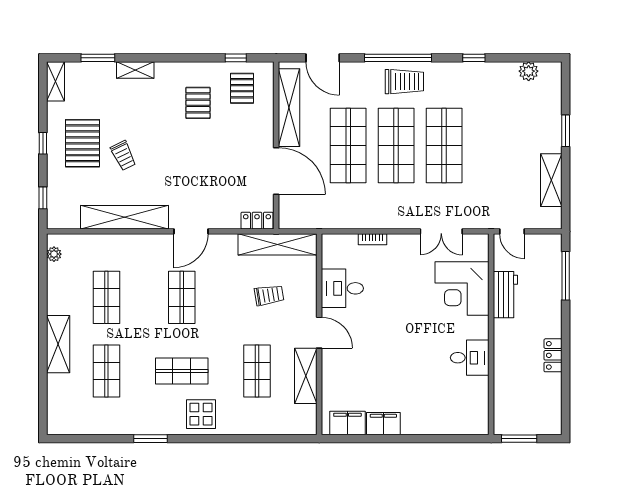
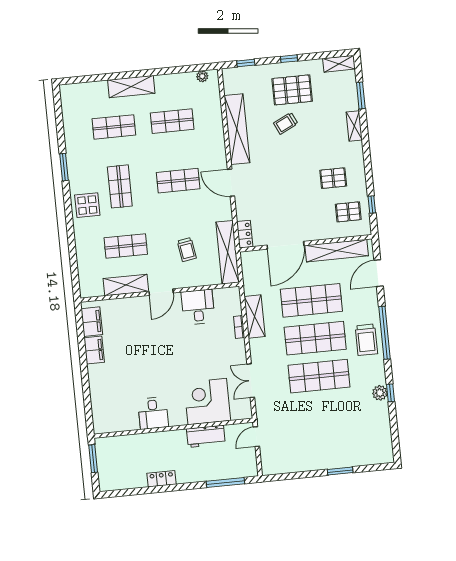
plant: (529, 71) -> (380, 393), moved
shelving: (551, 180) -> (255, 316), moved, turned 90

